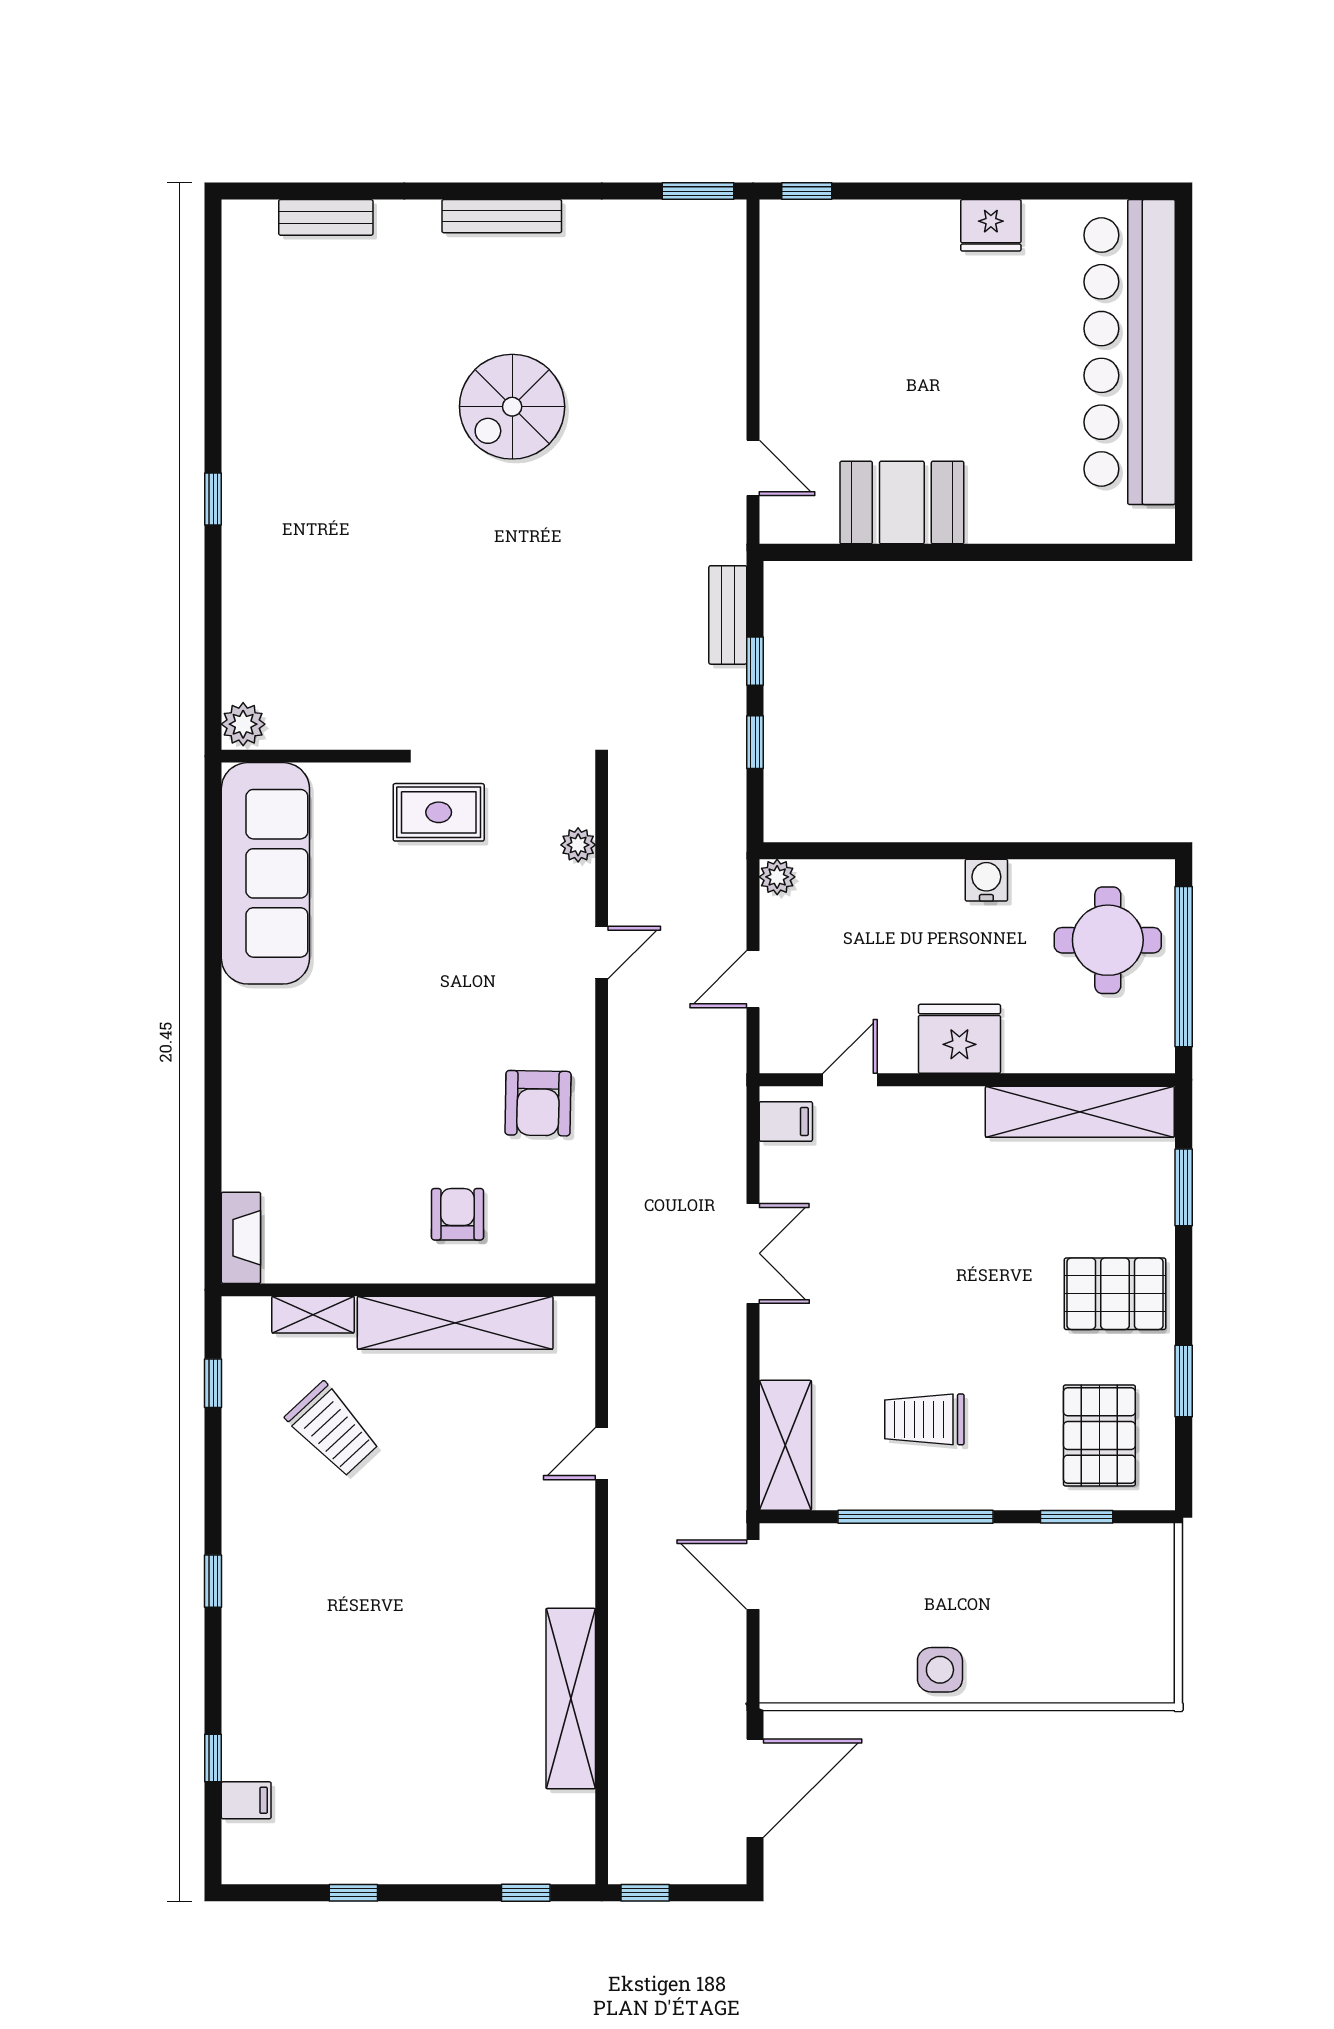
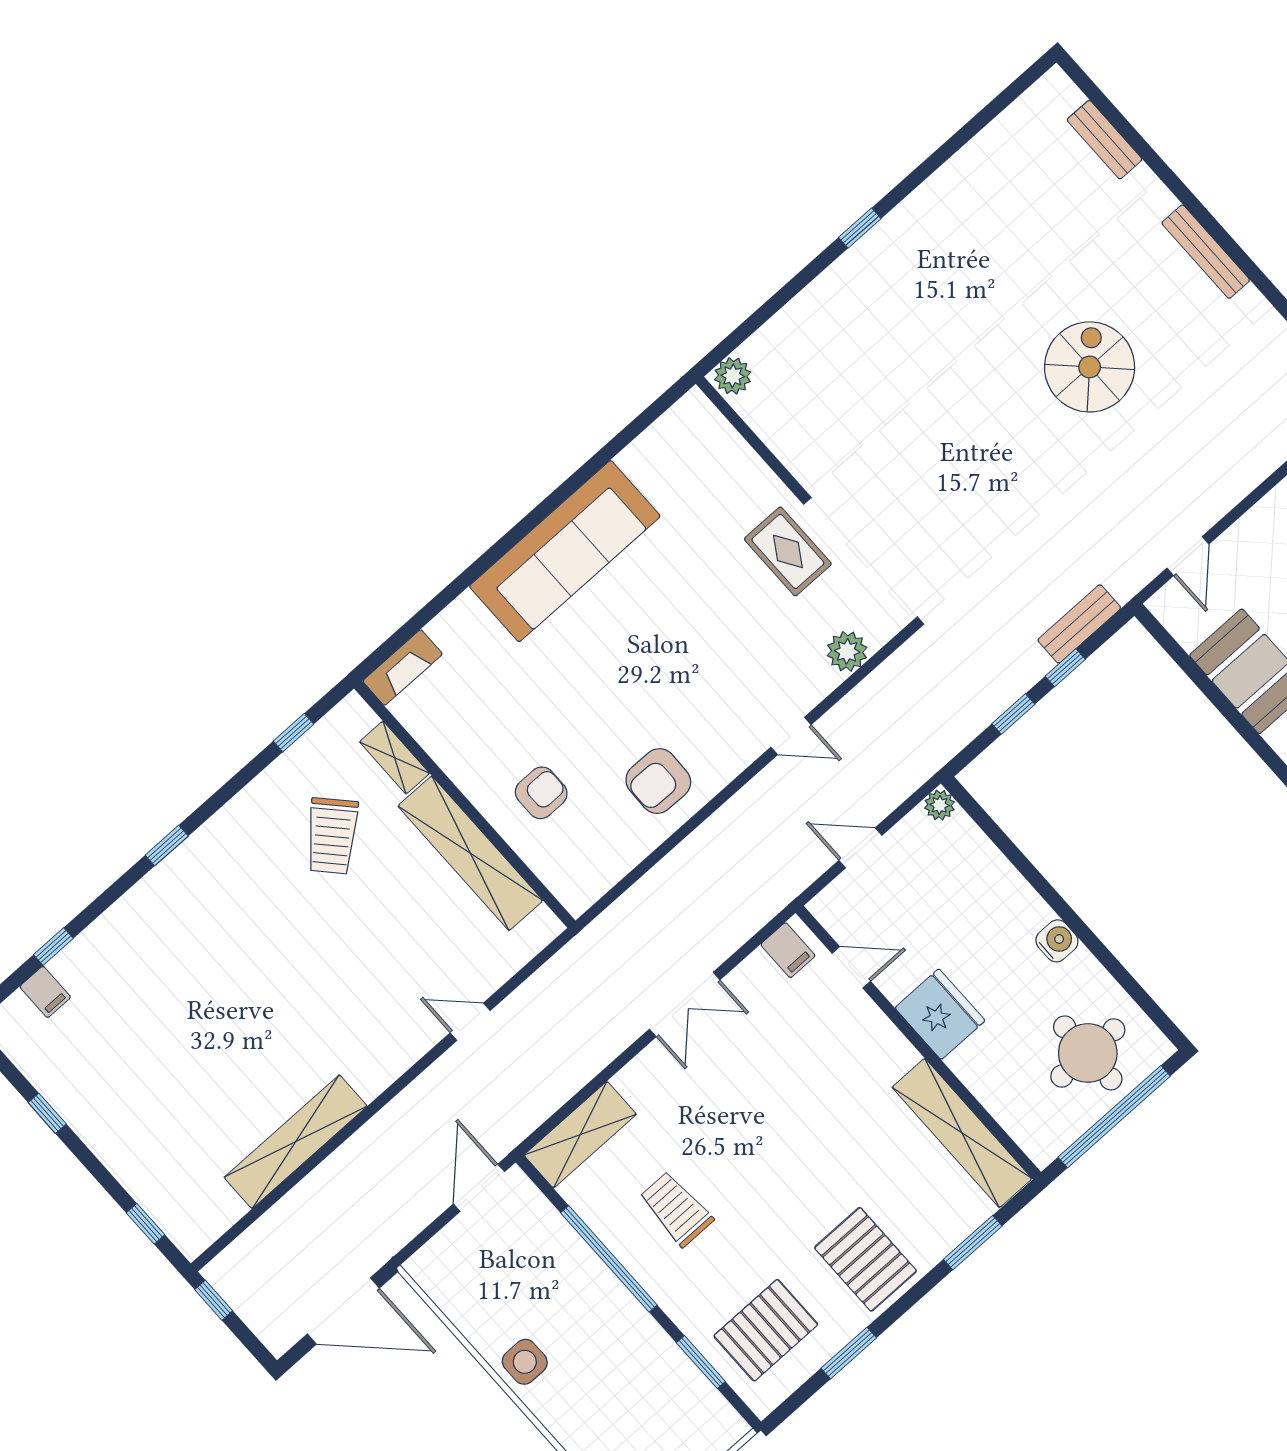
spiral stairs: (512, 407) -> (1090, 367), turned 90
plant: (578, 845) -> (847, 651), width x1.38, depth x1.38
sofa: (265, 873) -> (565, 551), moved

